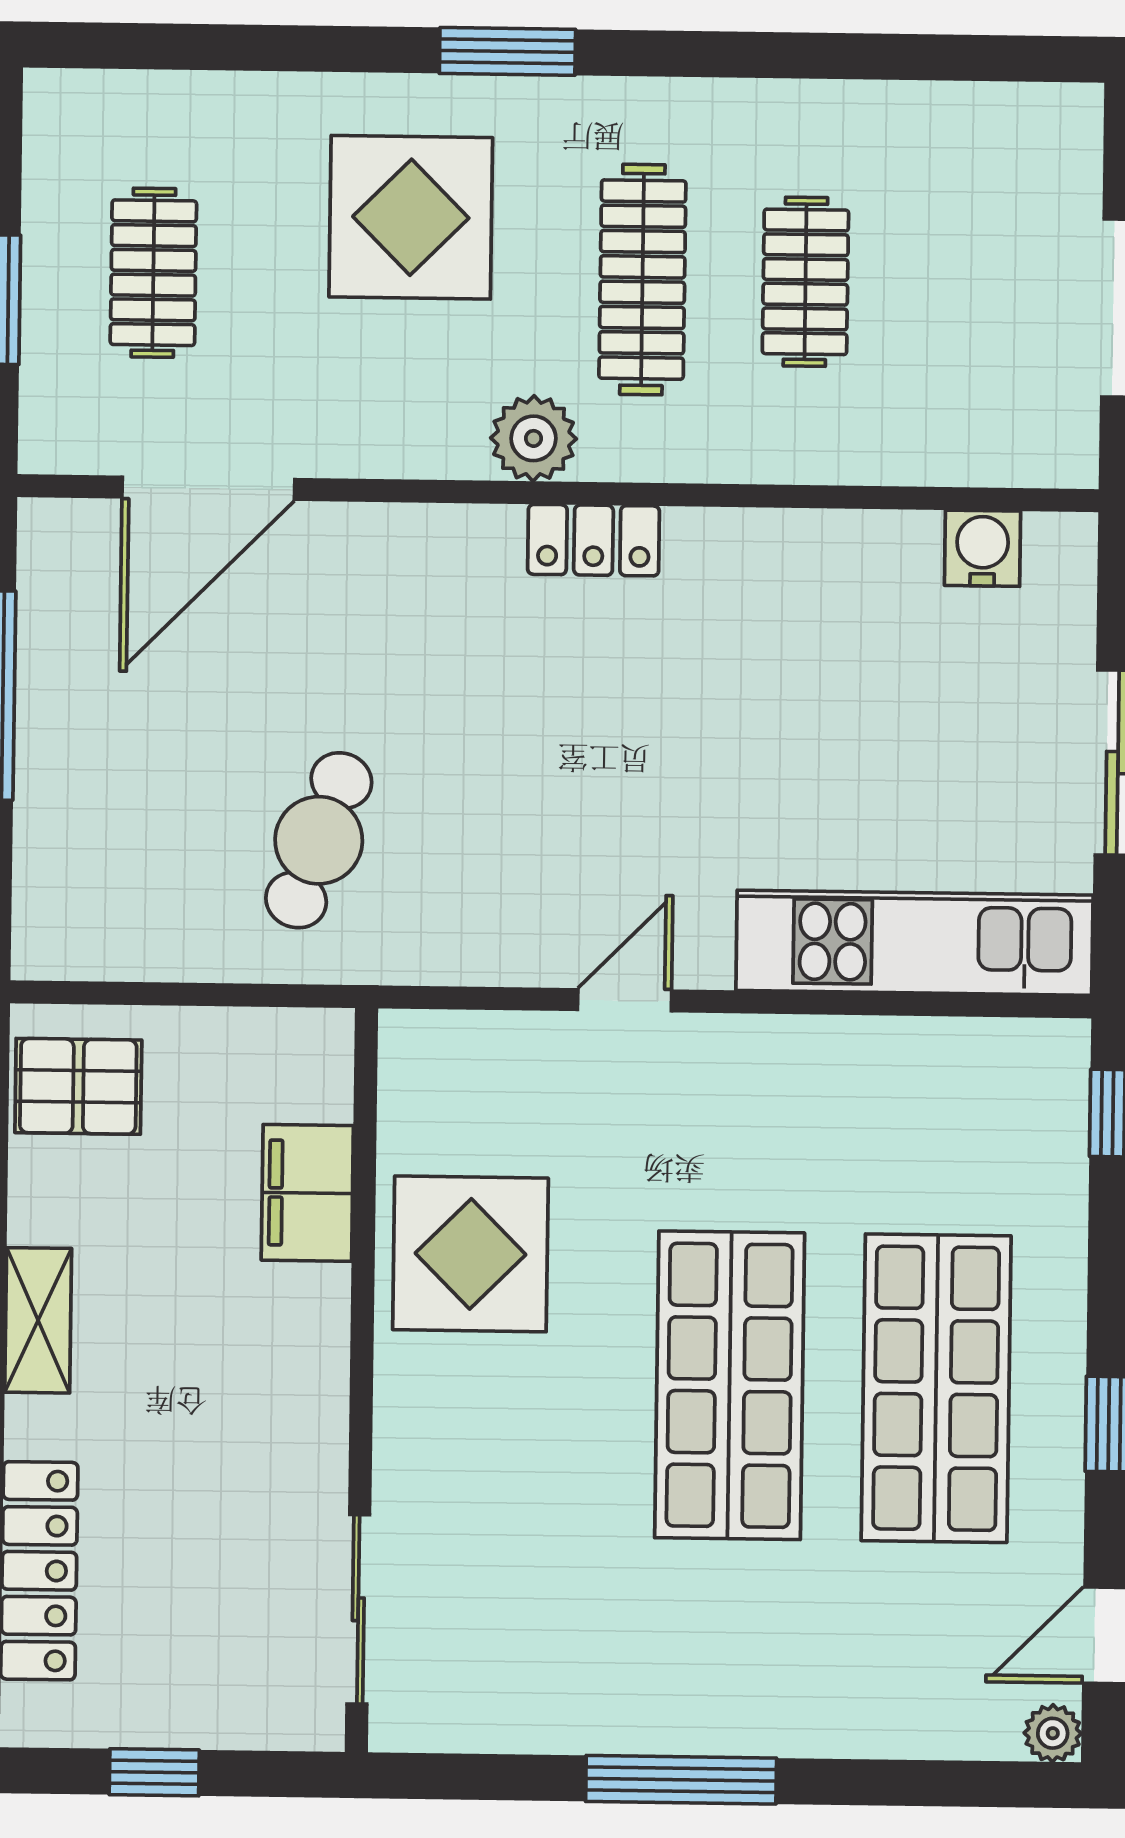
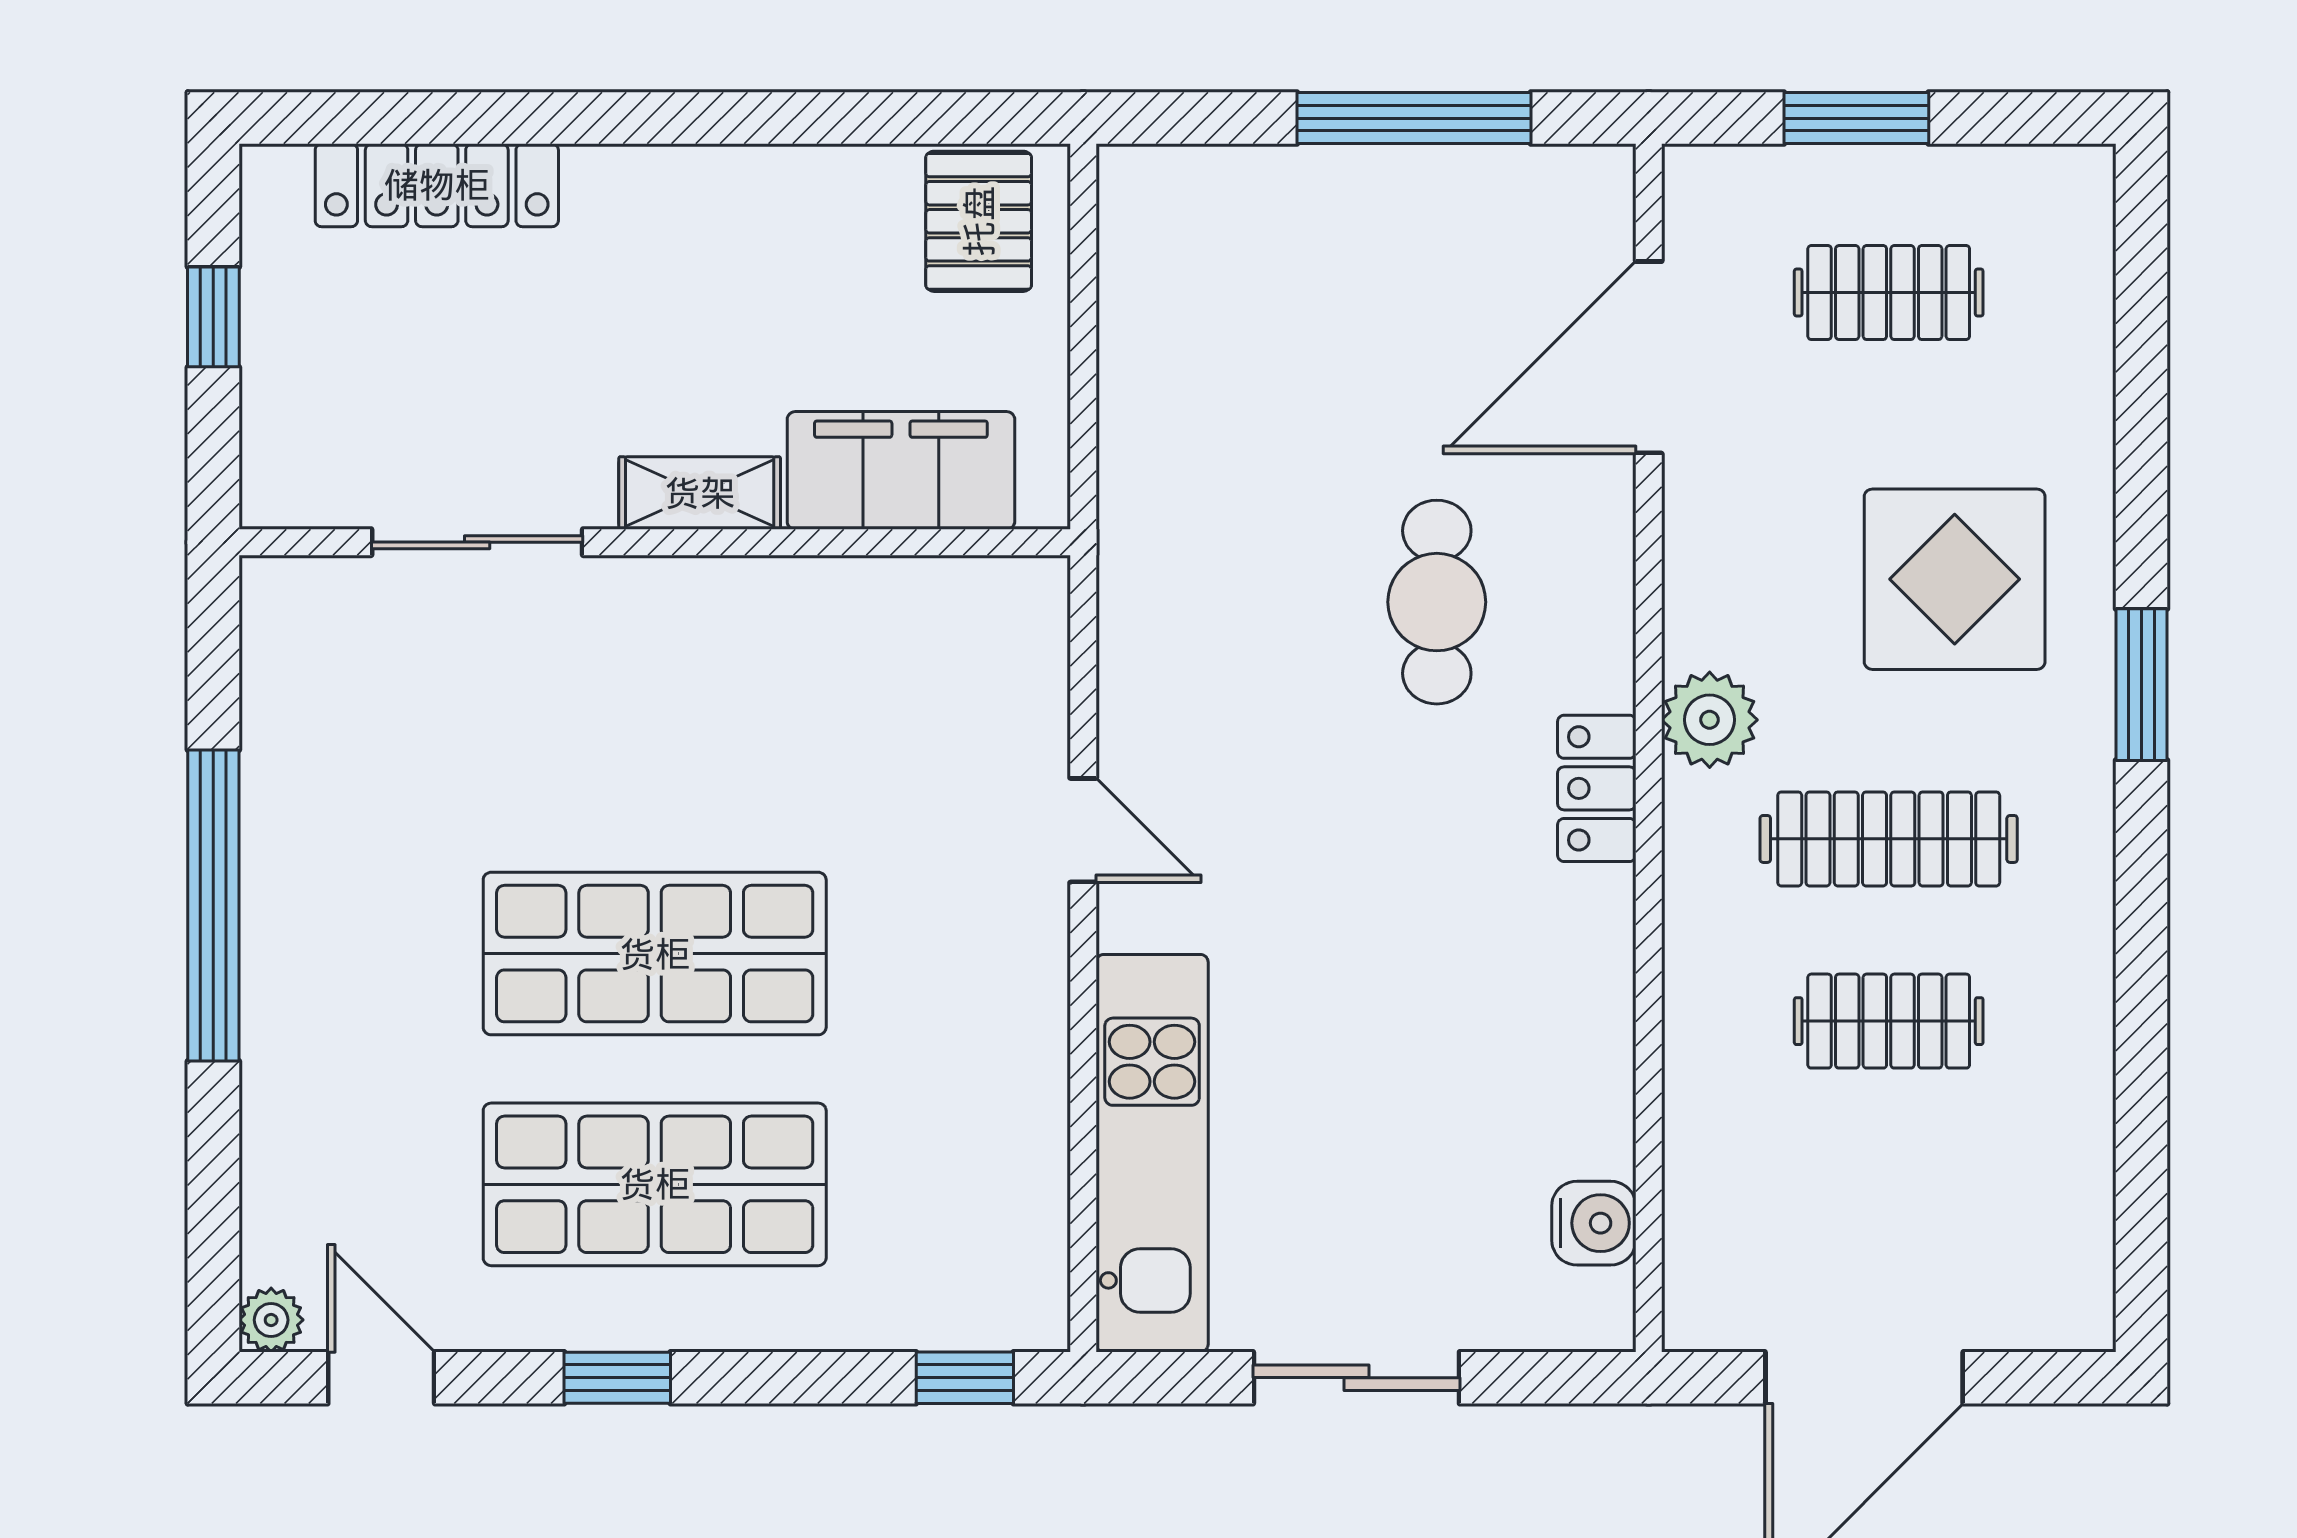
door: (208, 488) -> (1649, 357), hinge flipped
cafe table: (319, 840) -> (1437, 602), moved, turned 70
filing cabinet: (307, 1193) -> (901, 470), width x1.50, depth x1.17
display table: (470, 1254) -> (798, 662), removed
shelving: (38, 1320) -> (700, 493), moved
sliding door: (358, 1609) -> (477, 542), moved
window: (681, 1780) -> (213, 906), width x1.46

